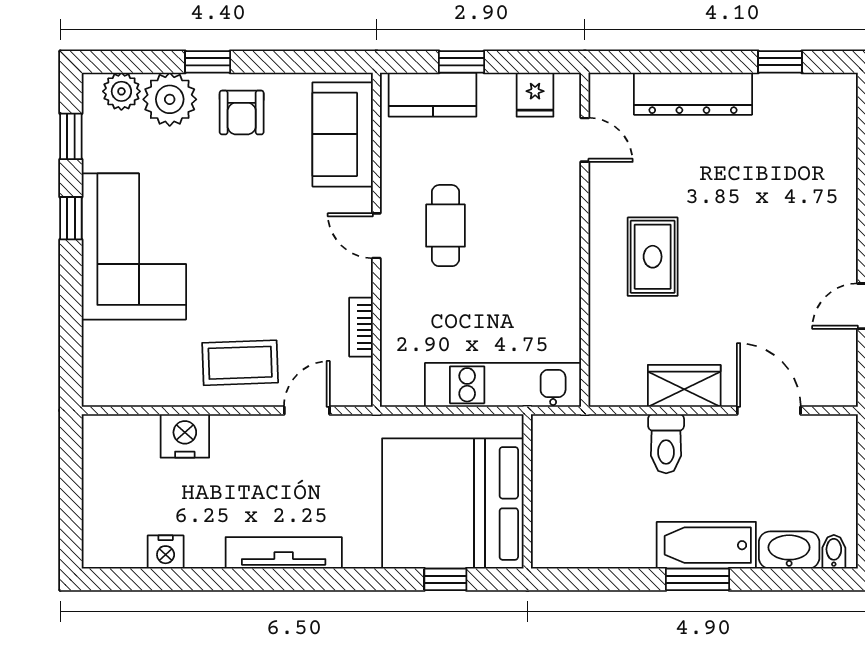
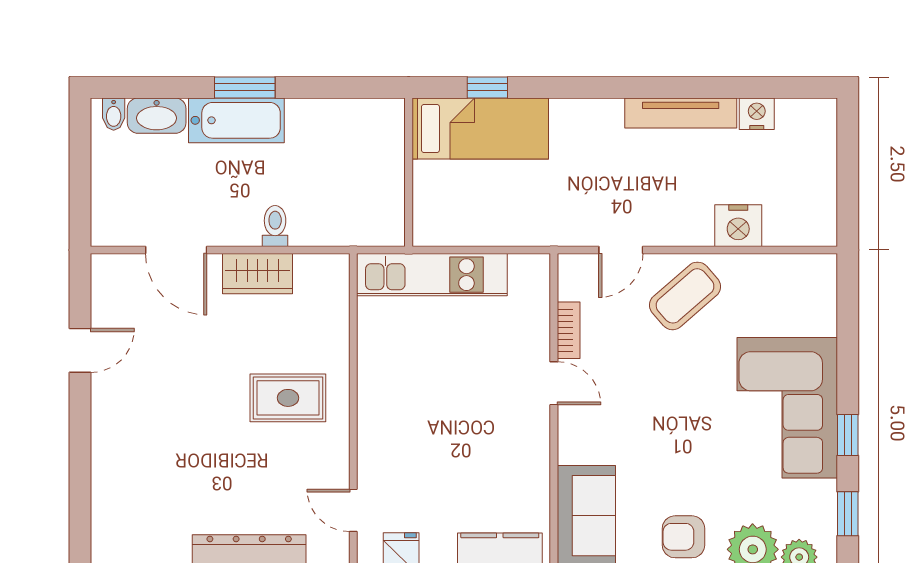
armchair: (242, 112) -> (683, 537), turned -90
cafe table: (445, 226) -> (487, 428), removed
door: (376, 236) -> (554, 383), moved
rug: (653, 257) -> (288, 398), turned 90
coffee table: (240, 363) -> (685, 296), turned -39
toilet: (666, 444) -> (275, 226), width x0.73, depth x0.72
bed: (453, 503) -> (480, 128), width x0.49
tv unit: (284, 553) -> (681, 113), moved

